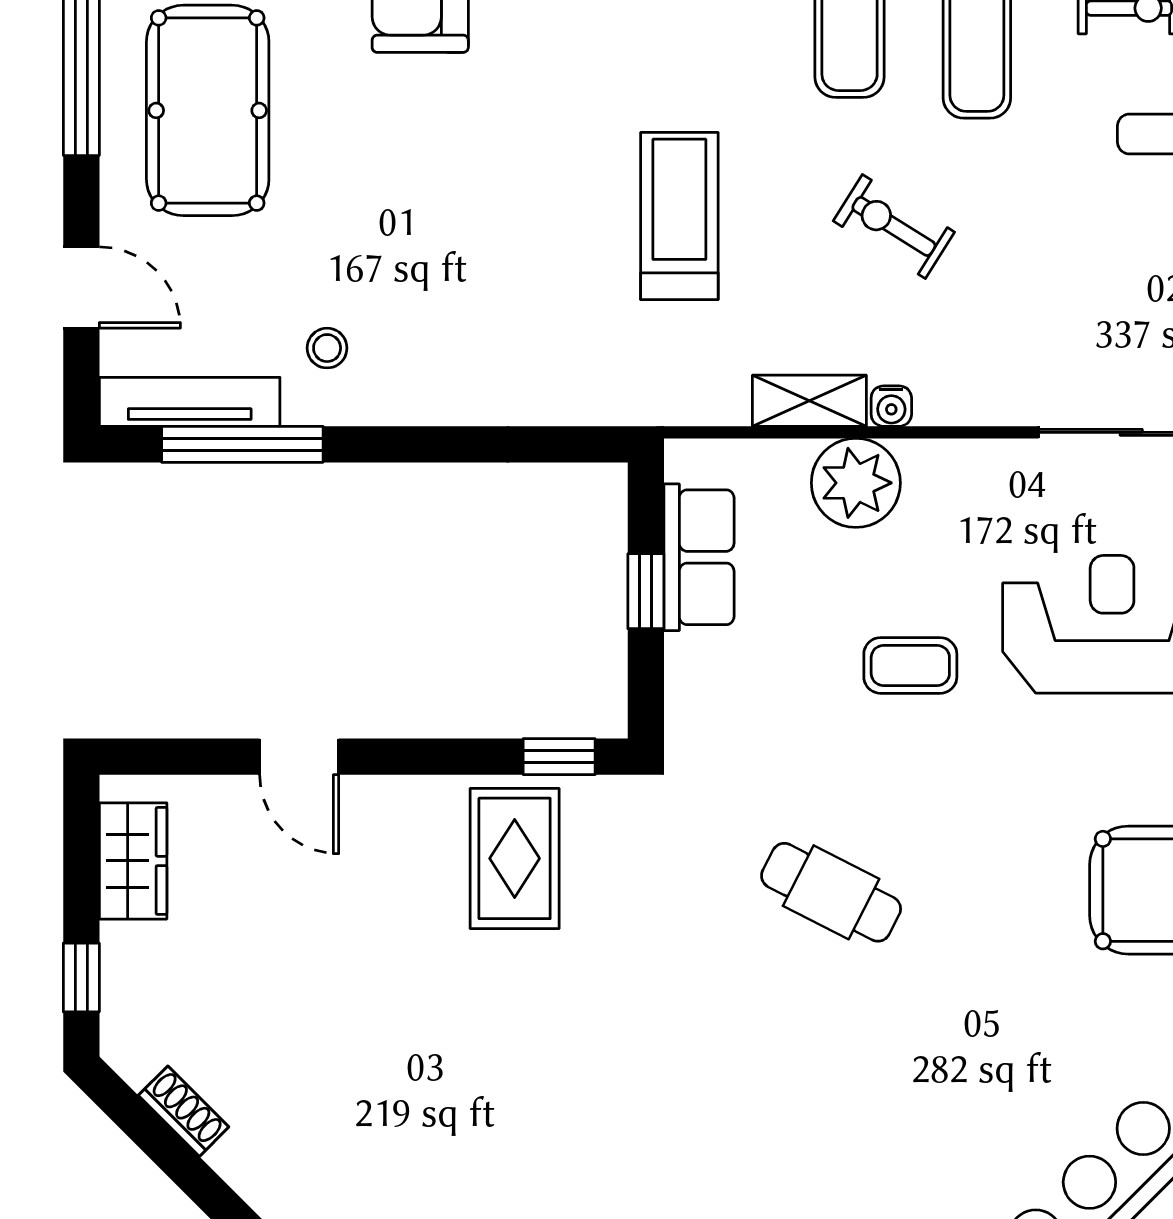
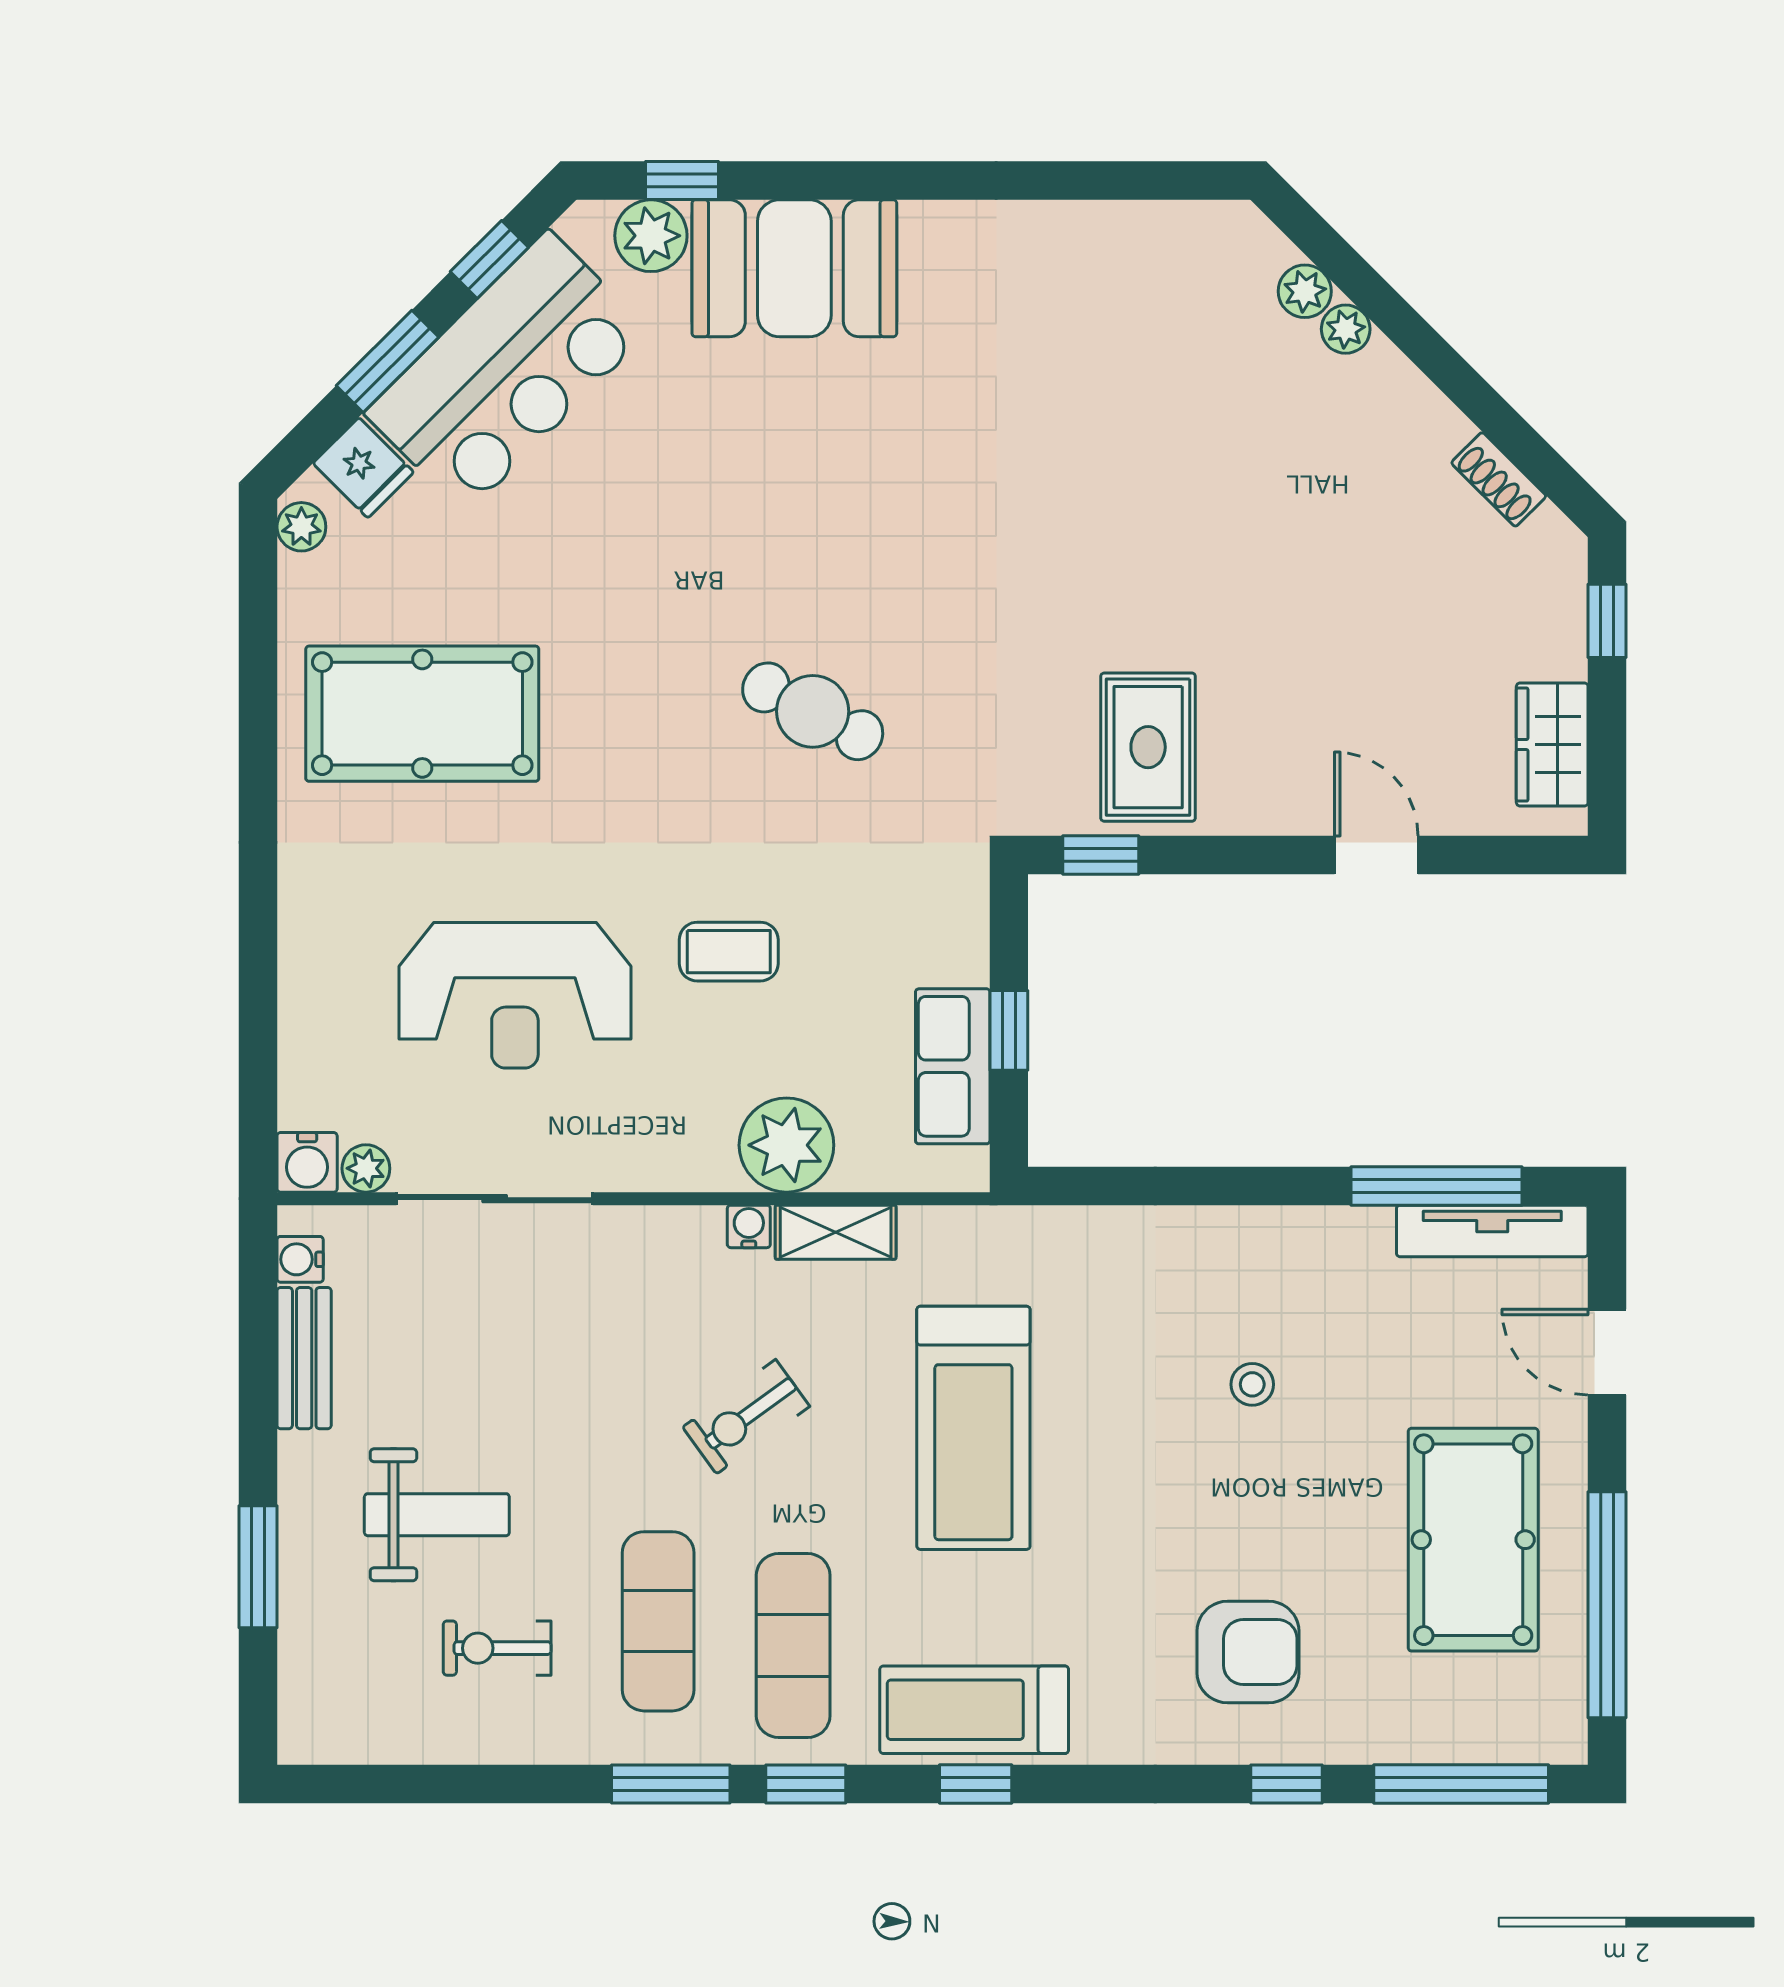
treadmill: (679, 216) -> (973, 1428), width x1.37, depth x1.38
exercise bike: (894, 226) -> (746, 1417), turned 112
stool: (327, 348) -> (1252, 1384), moved

